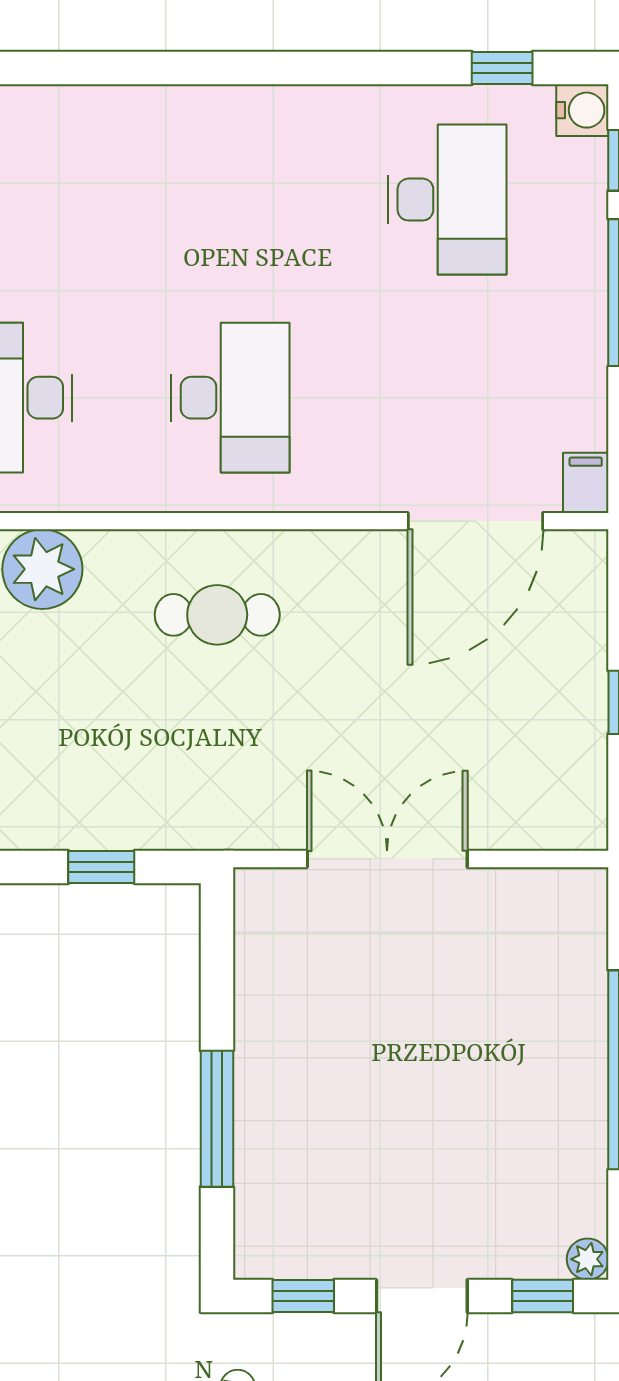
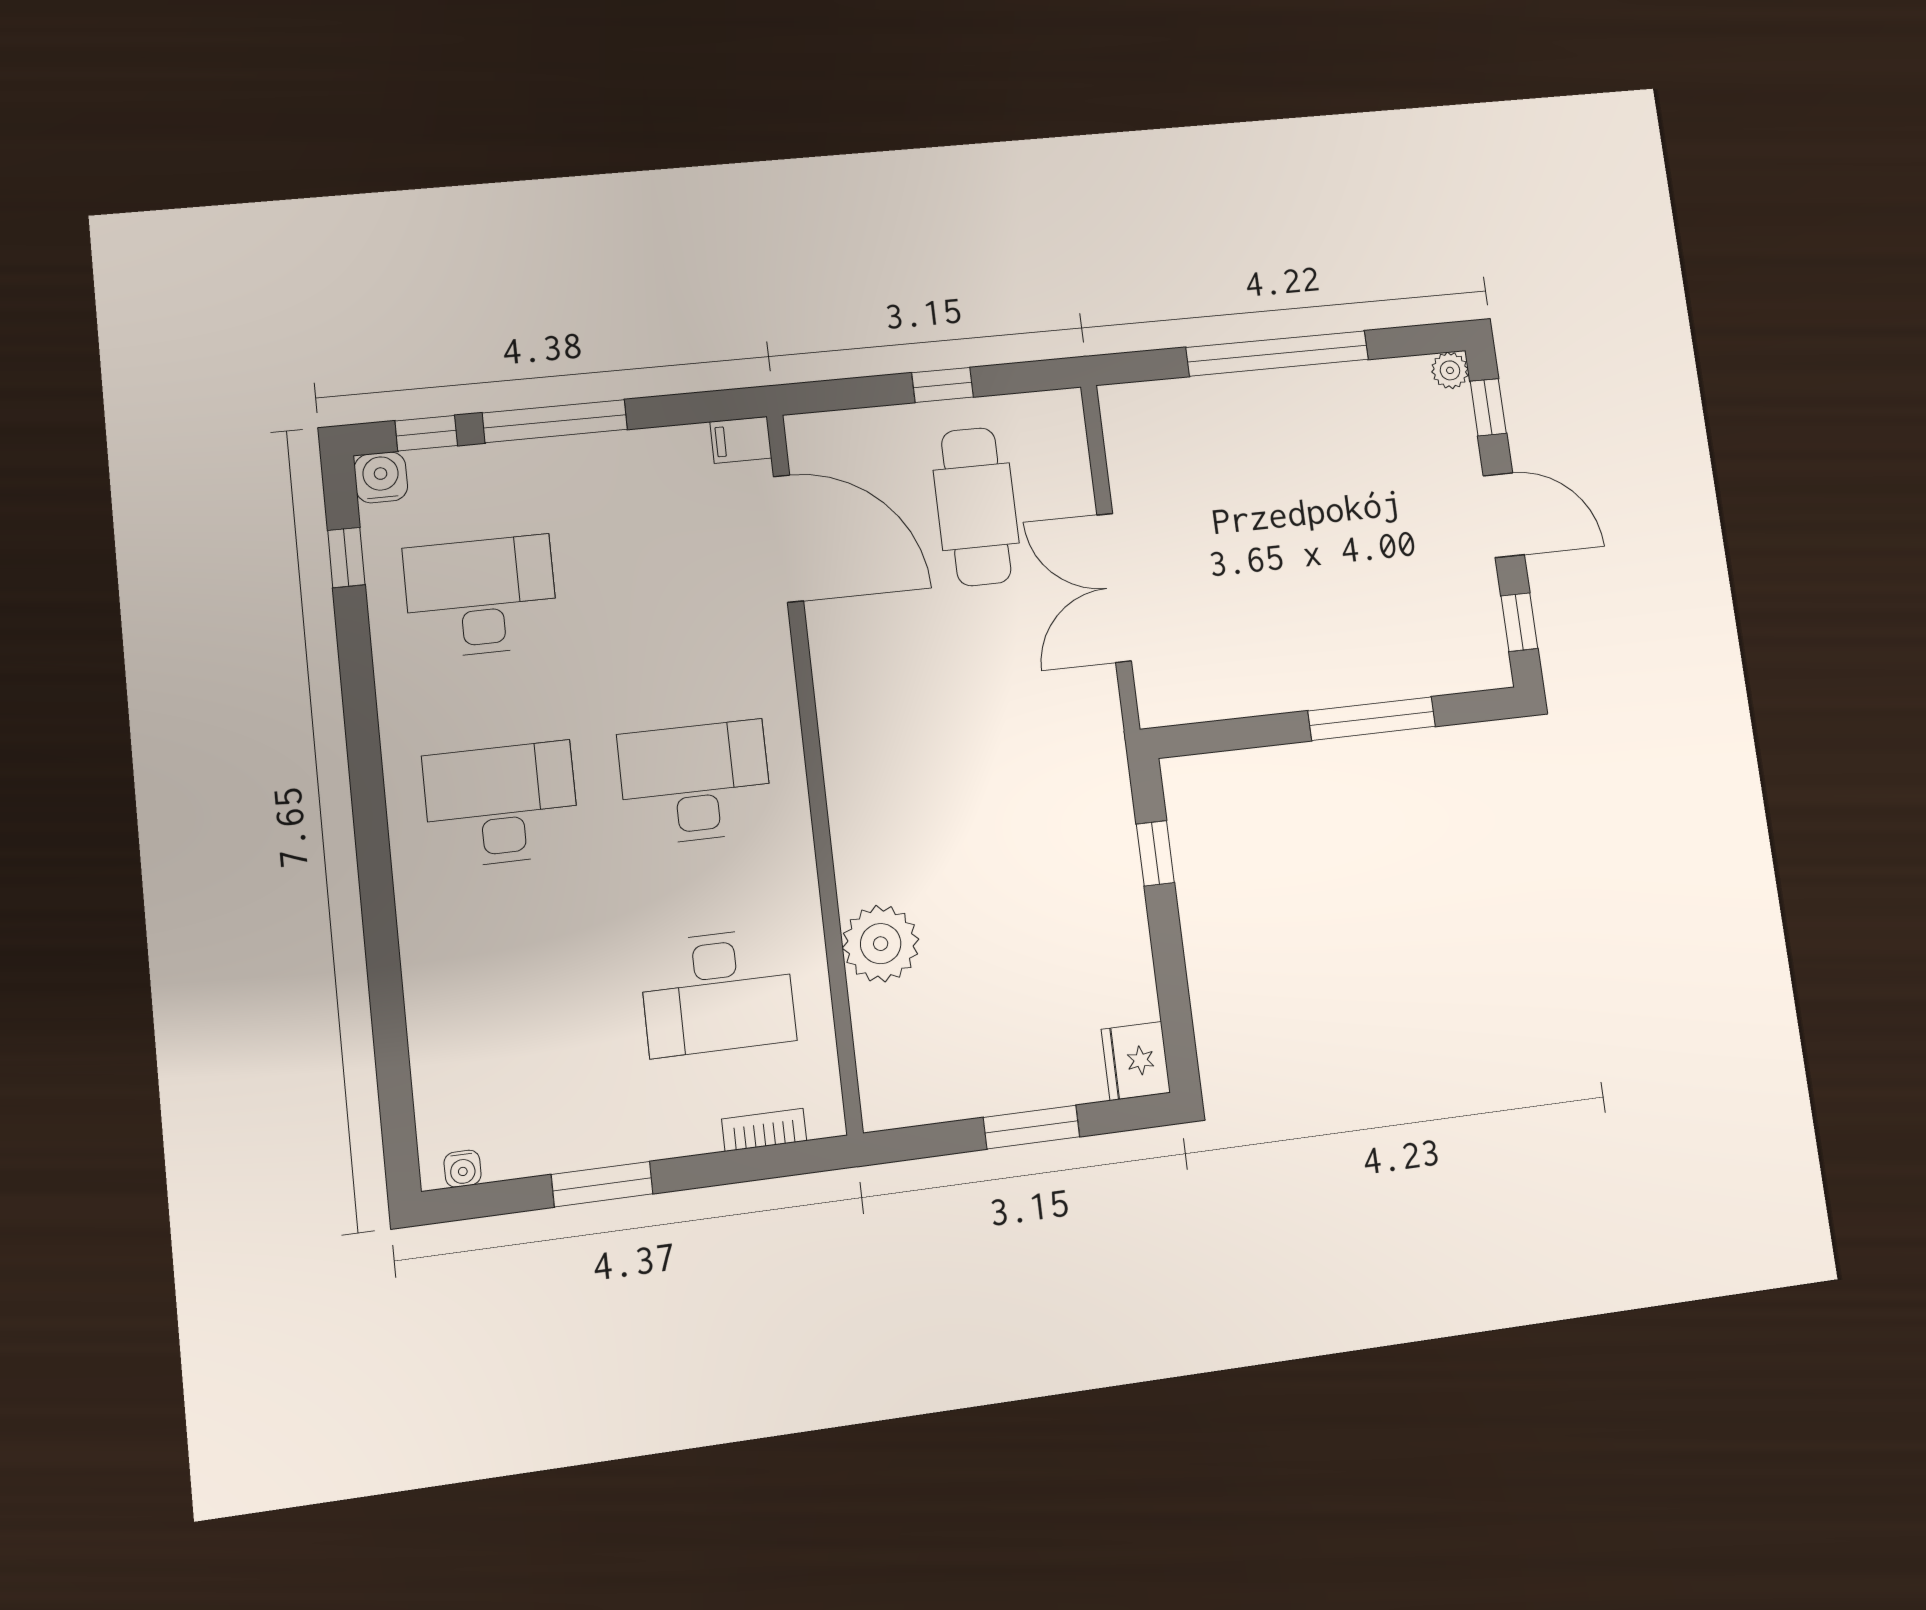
desk: (230, 200) -> (501, 805), added
cafe table: (217, 615) -> (976, 507), moved, width x1.37, depth x1.35

